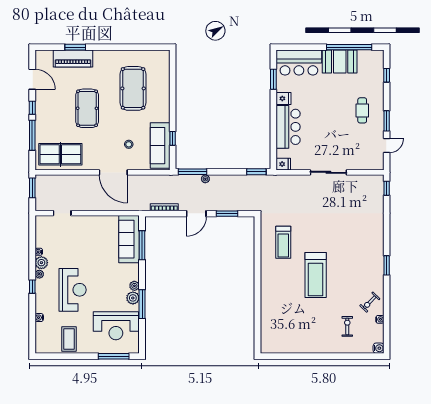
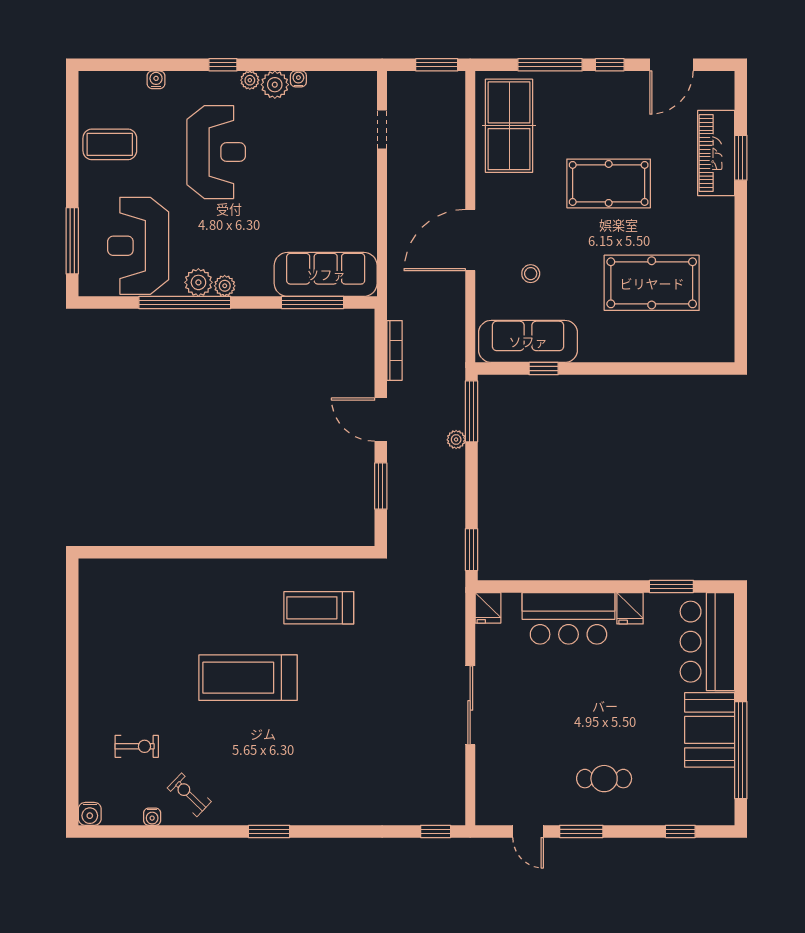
reception desk: (73, 290) -> (216, 152), turned -90
window: (142, 304) -> (185, 302), width x1.46

